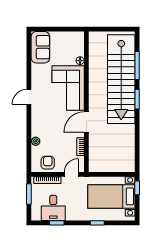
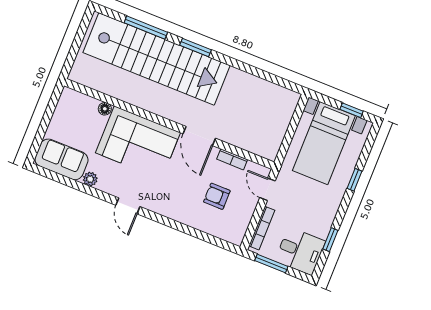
plant: (36, 141) -> (90, 179), moved
armchair: (48, 163) -> (217, 196), moved
window: (137, 188) -> (352, 110), moved
desk: (53, 208) -> (300, 251), moved

